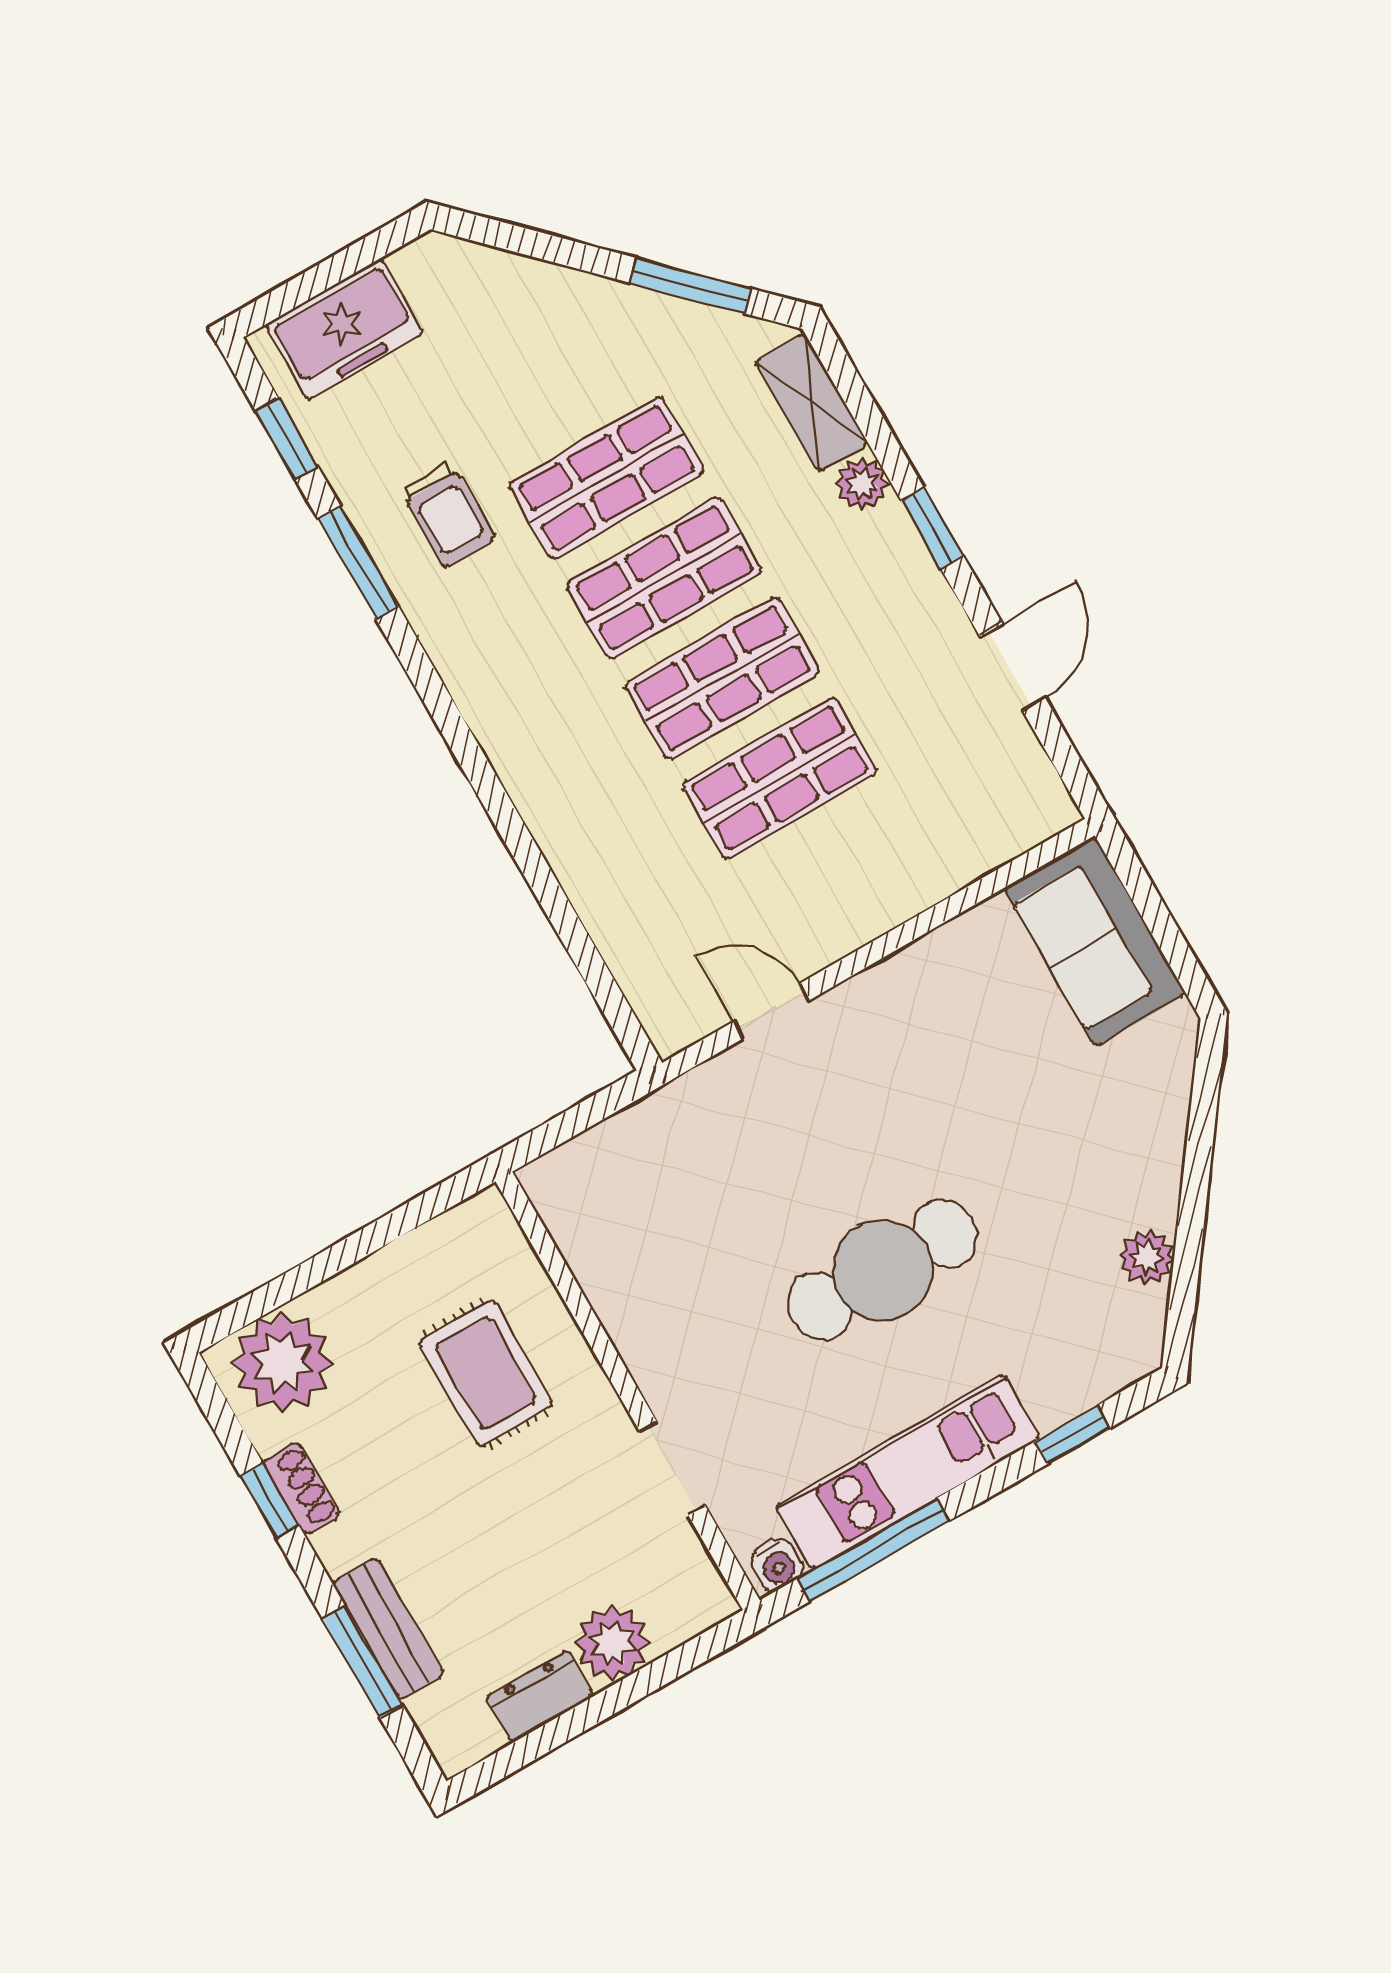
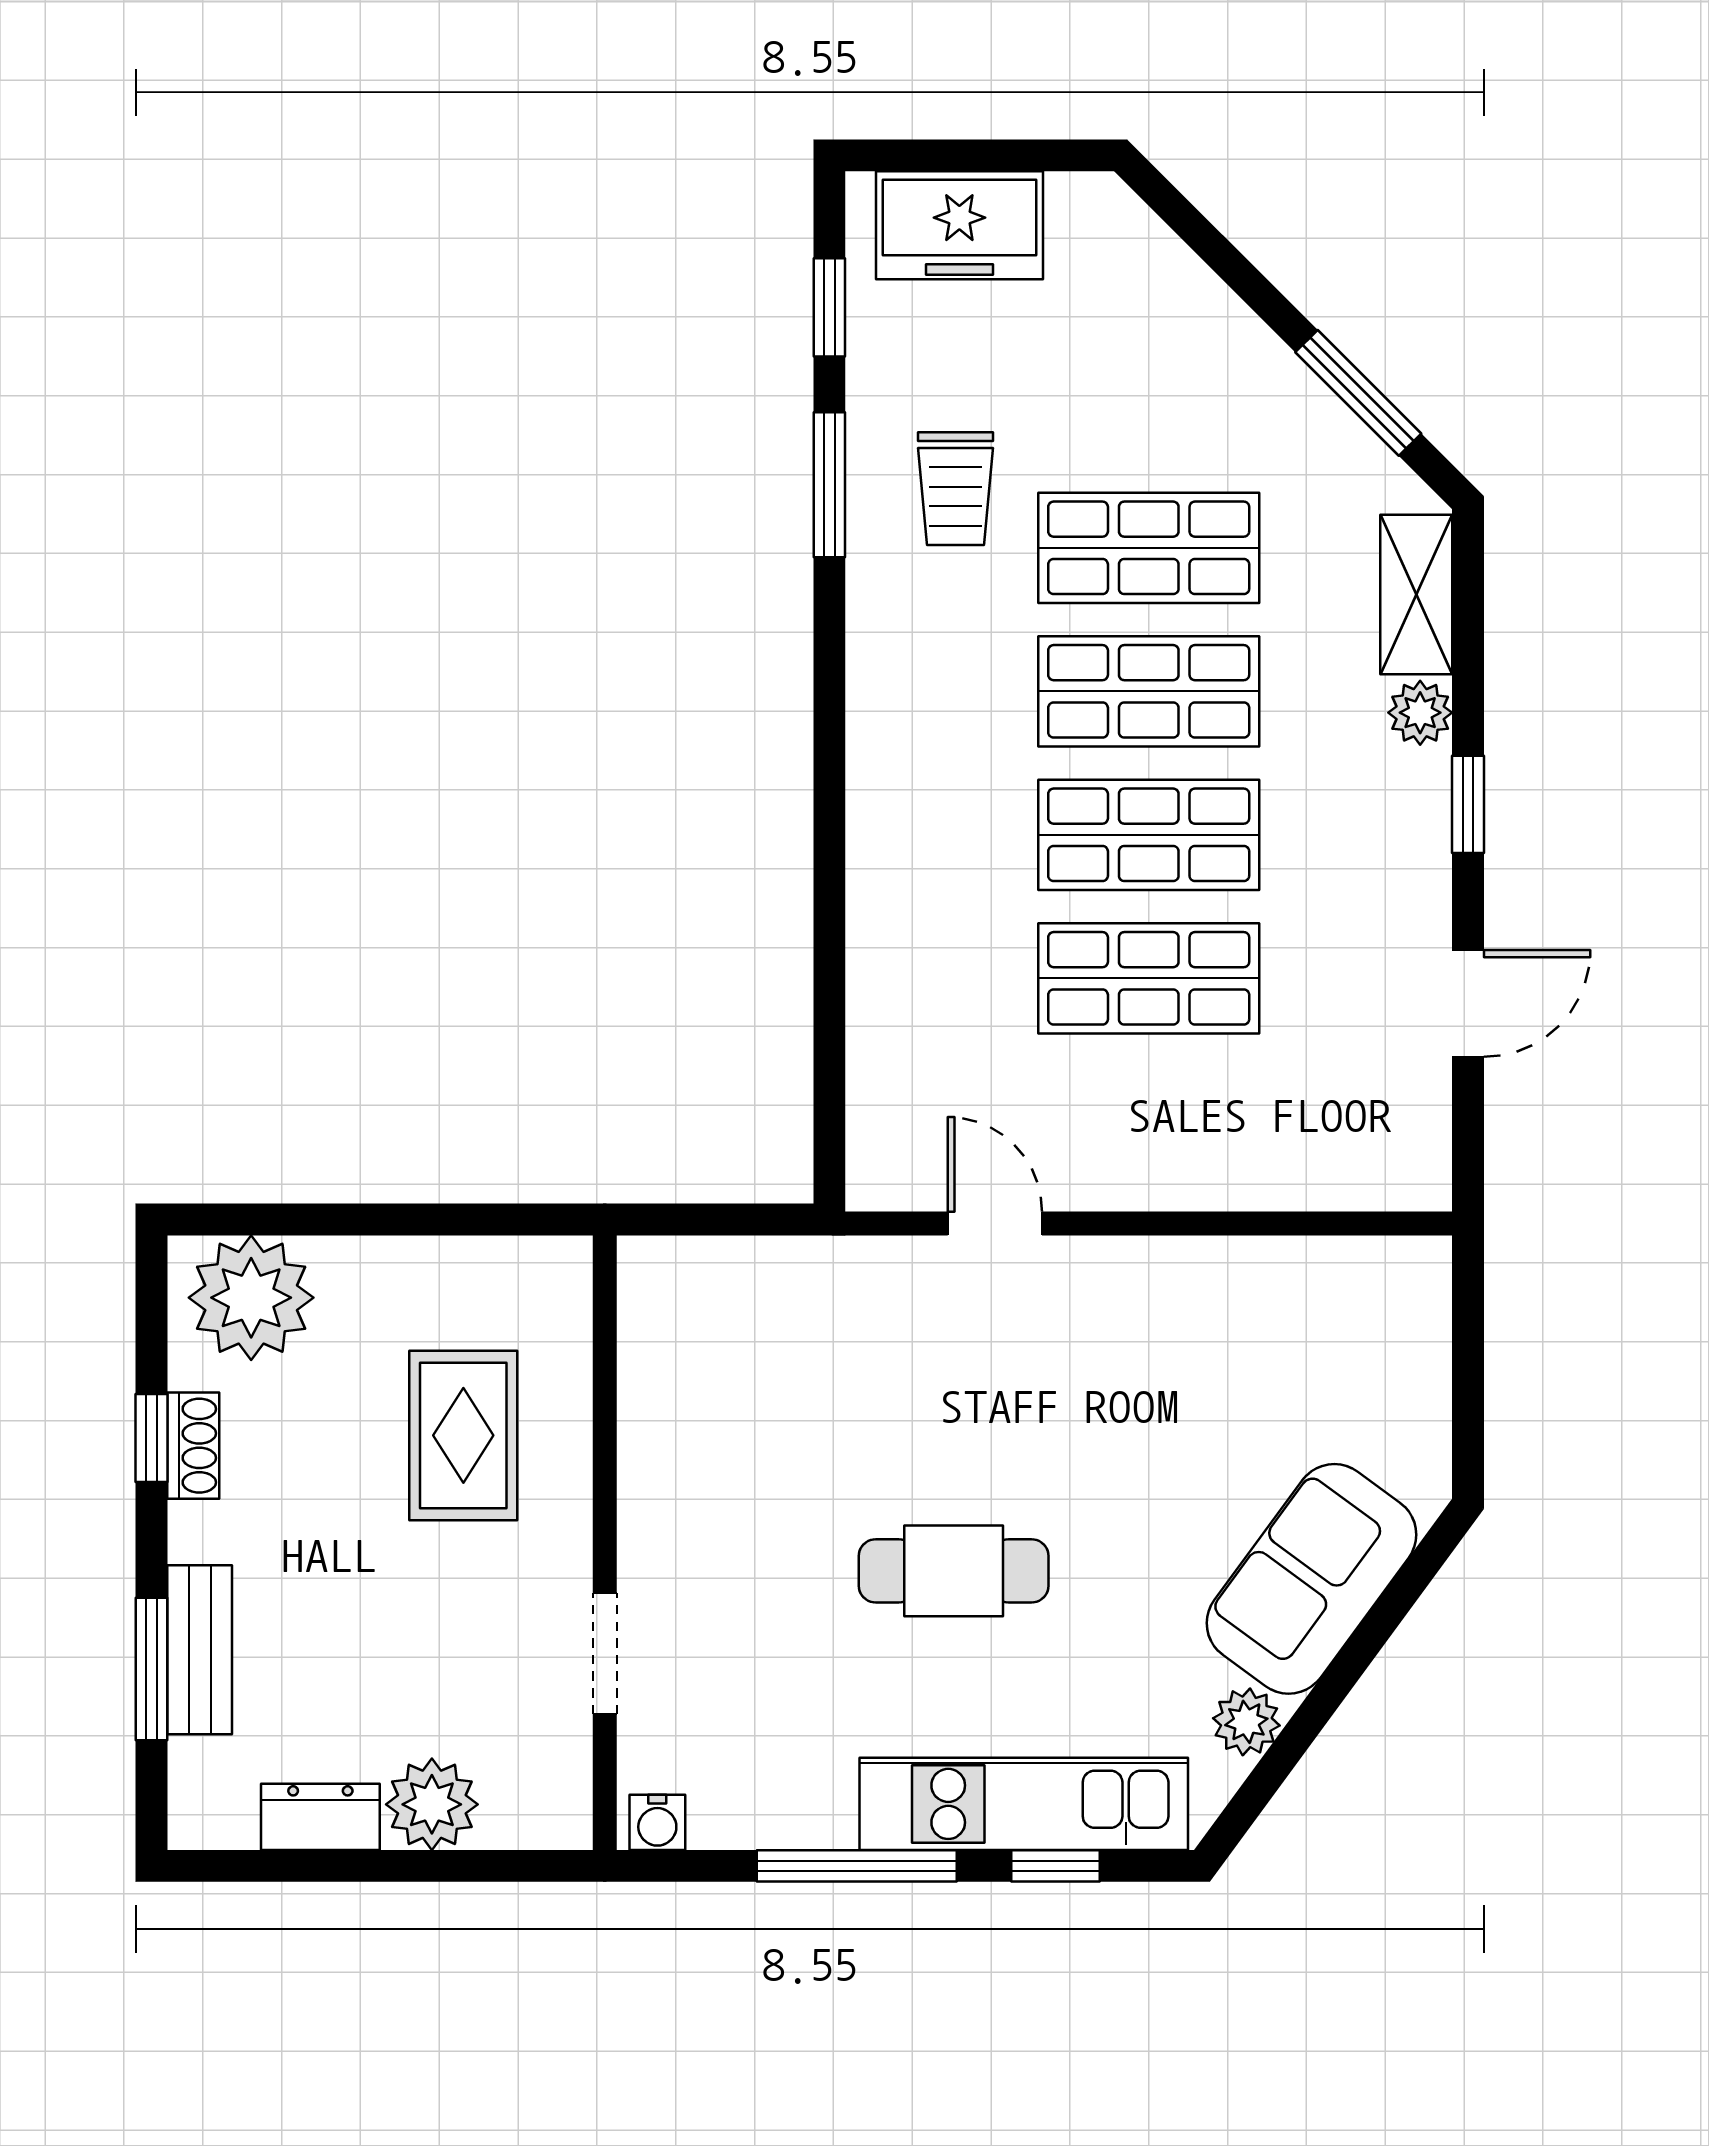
sofa: (1095, 941) -> (1311, 1579), moved, turned 36
cafe table: (882, 1270) -> (954, 1571), width x0.73, depth x0.74
kitchen unit: (908, 1472) -> (1024, 1804), moved
window: (873, 1550) -> (857, 1866), moved

